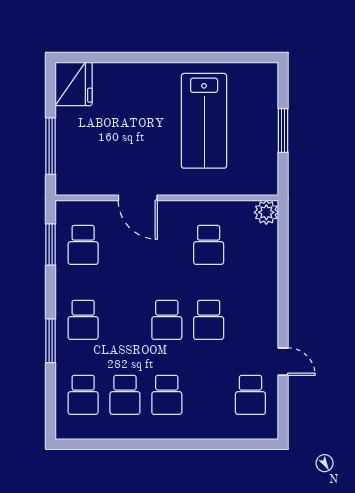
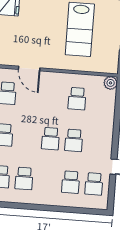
door: (138, 198) -> (29, 69), moved
school desk: (167, 395) -> (71, 182), moved

